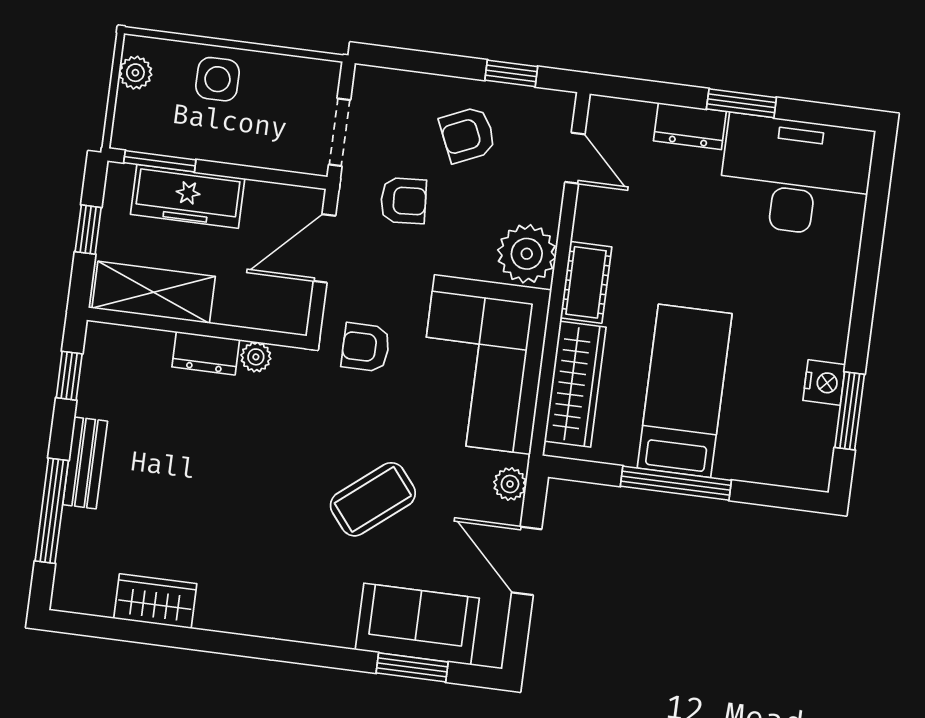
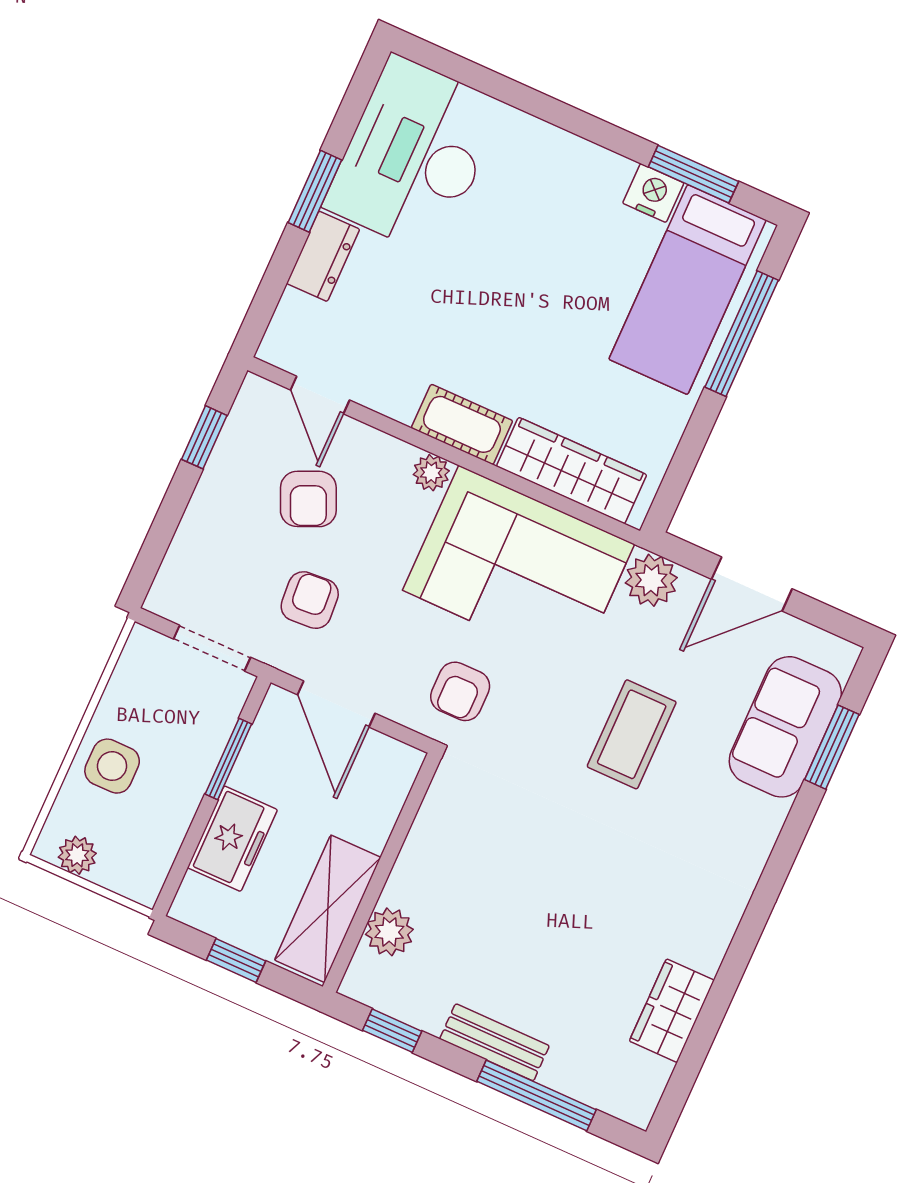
armchair: (468, 135) -> (308, 499), moved
door: (575, 158) -> (320, 395), swing flipped
window: (160, 161) -> (228, 759), moved
freezer: (188, 196) -> (232, 839), width x0.71
plant: (527, 254) -> (431, 473), width x0.53, depth x0.53
dresser: (206, 353) -> (413, 871), removed
plant: (256, 357) -> (389, 932), moved, width x1.38, depth x1.38
bed: (685, 391) -> (687, 290), moved, turned -90
window: (676, 483) -> (742, 334), moved
plant: (510, 484) -> (651, 580), width x1.38, depth x1.38
coffee table: (373, 499) -> (632, 734), turned 39

